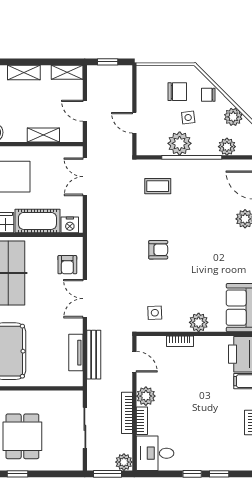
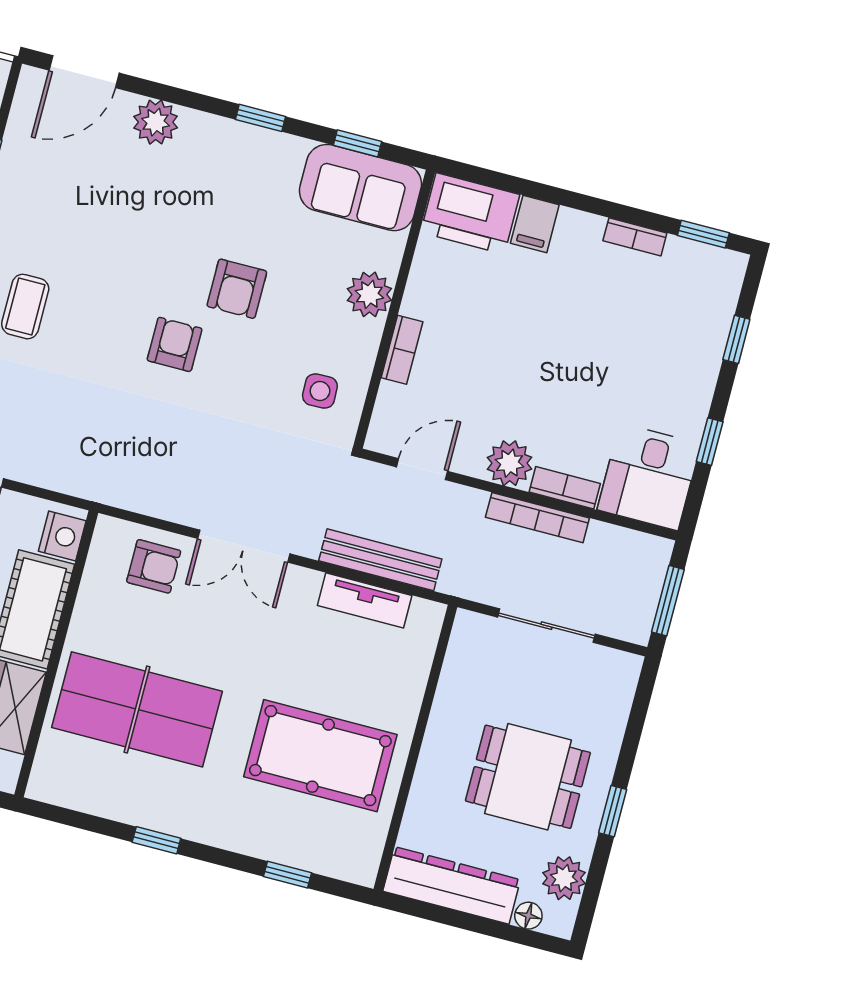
armchair: (187, 269) -> (237, 289), added
plant: (124, 462) -> (650, 555), removed
window: (192, 474) -> (710, 442), moved

